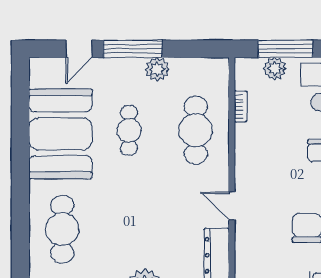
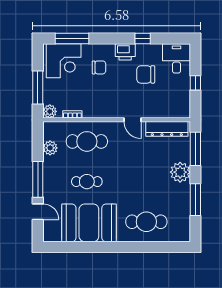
plant: (157, 69) -> (50, 148), moved
plant: (275, 69) -> (50, 111), moved
door: (232, 206) -> (132, 120), hinge flipped

